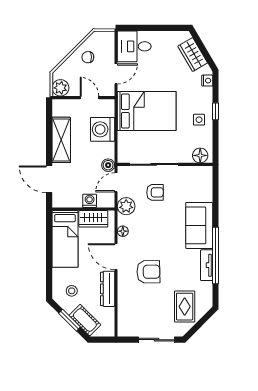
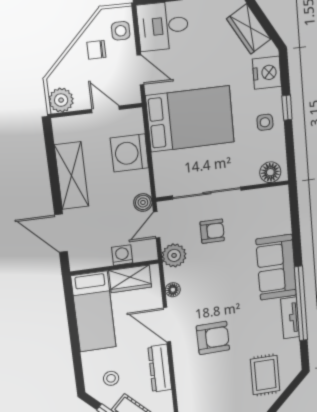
side table: (105, 46) -> (121, 31), added
door: (116, 74) -> (140, 70), hinge flipped
nightstand: (207, 81) -> (267, 73), width x1.89, depth x1.79

